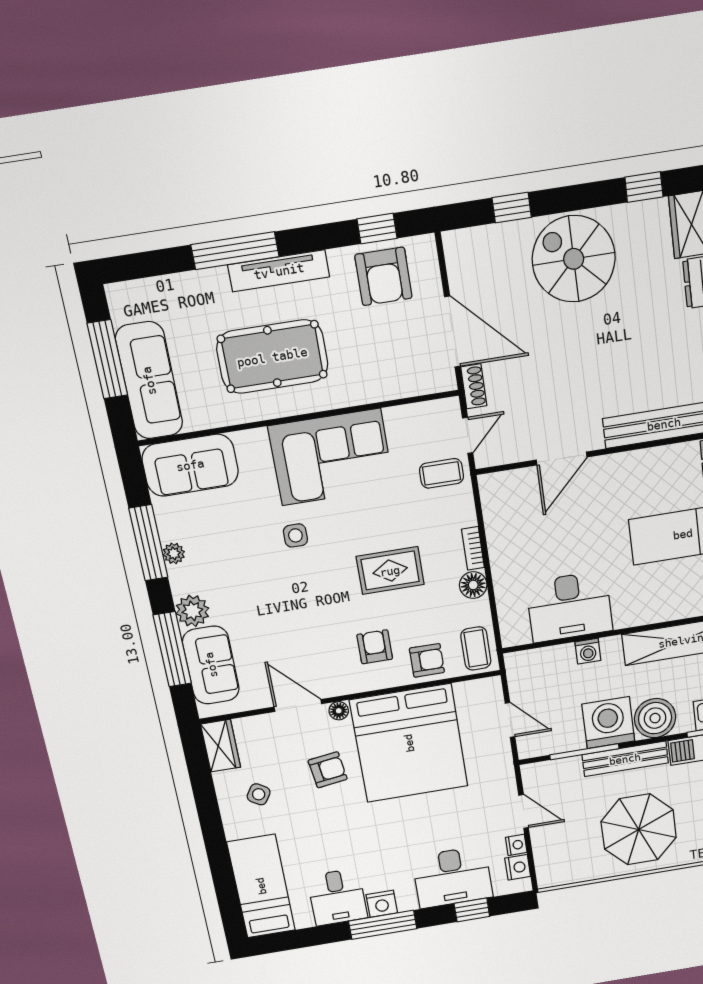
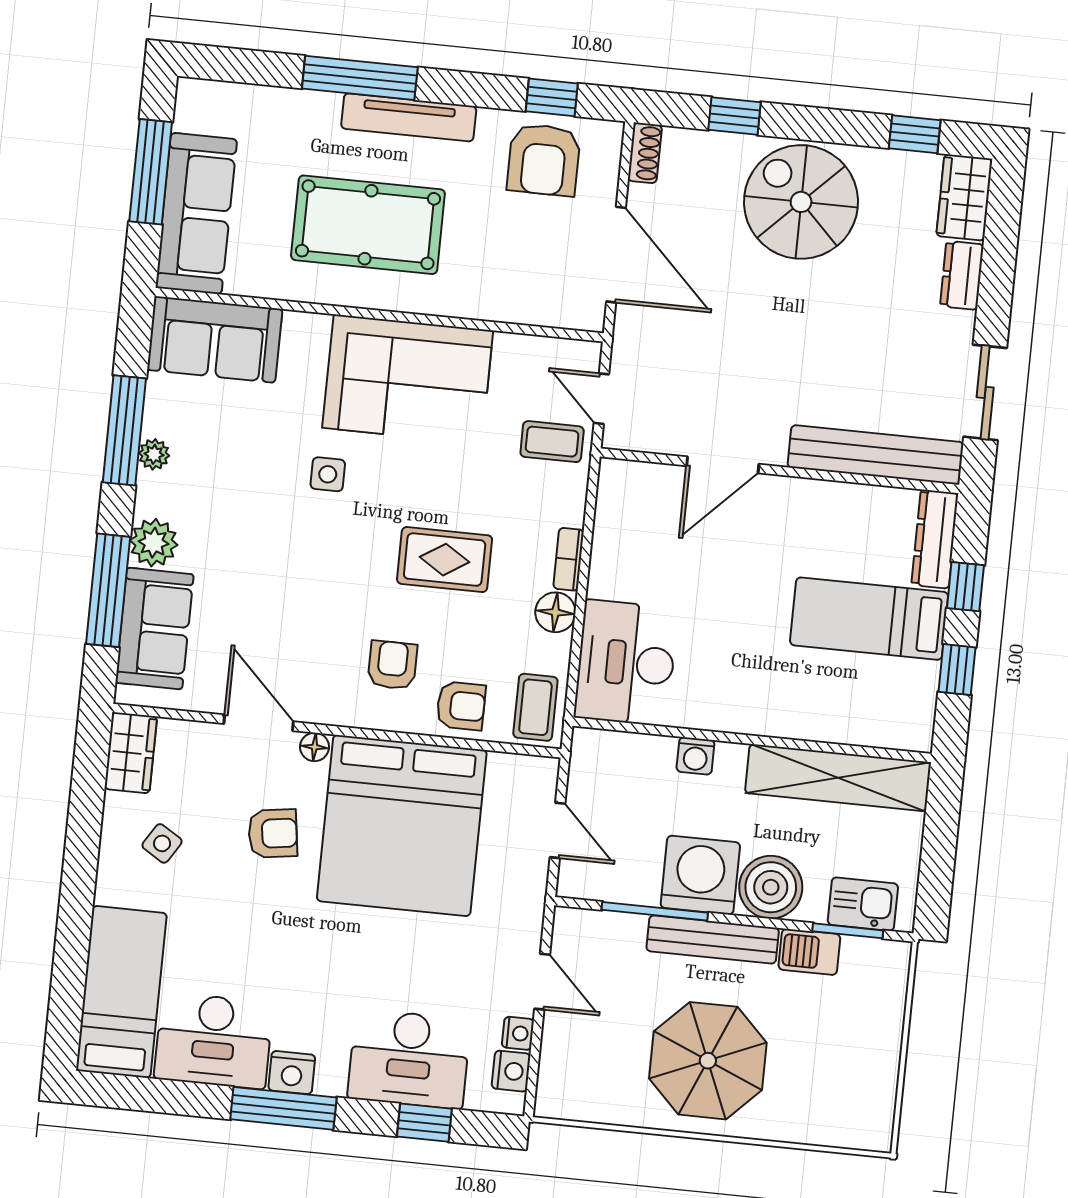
shoe rack: (474, 386) -> (645, 153), moved
door: (468, 435) -> (601, 399), swing flipped
desk: (569, 607) -> (626, 663), moved, turned 90
desk: (337, 897) -> (214, 1041), width x1.37

